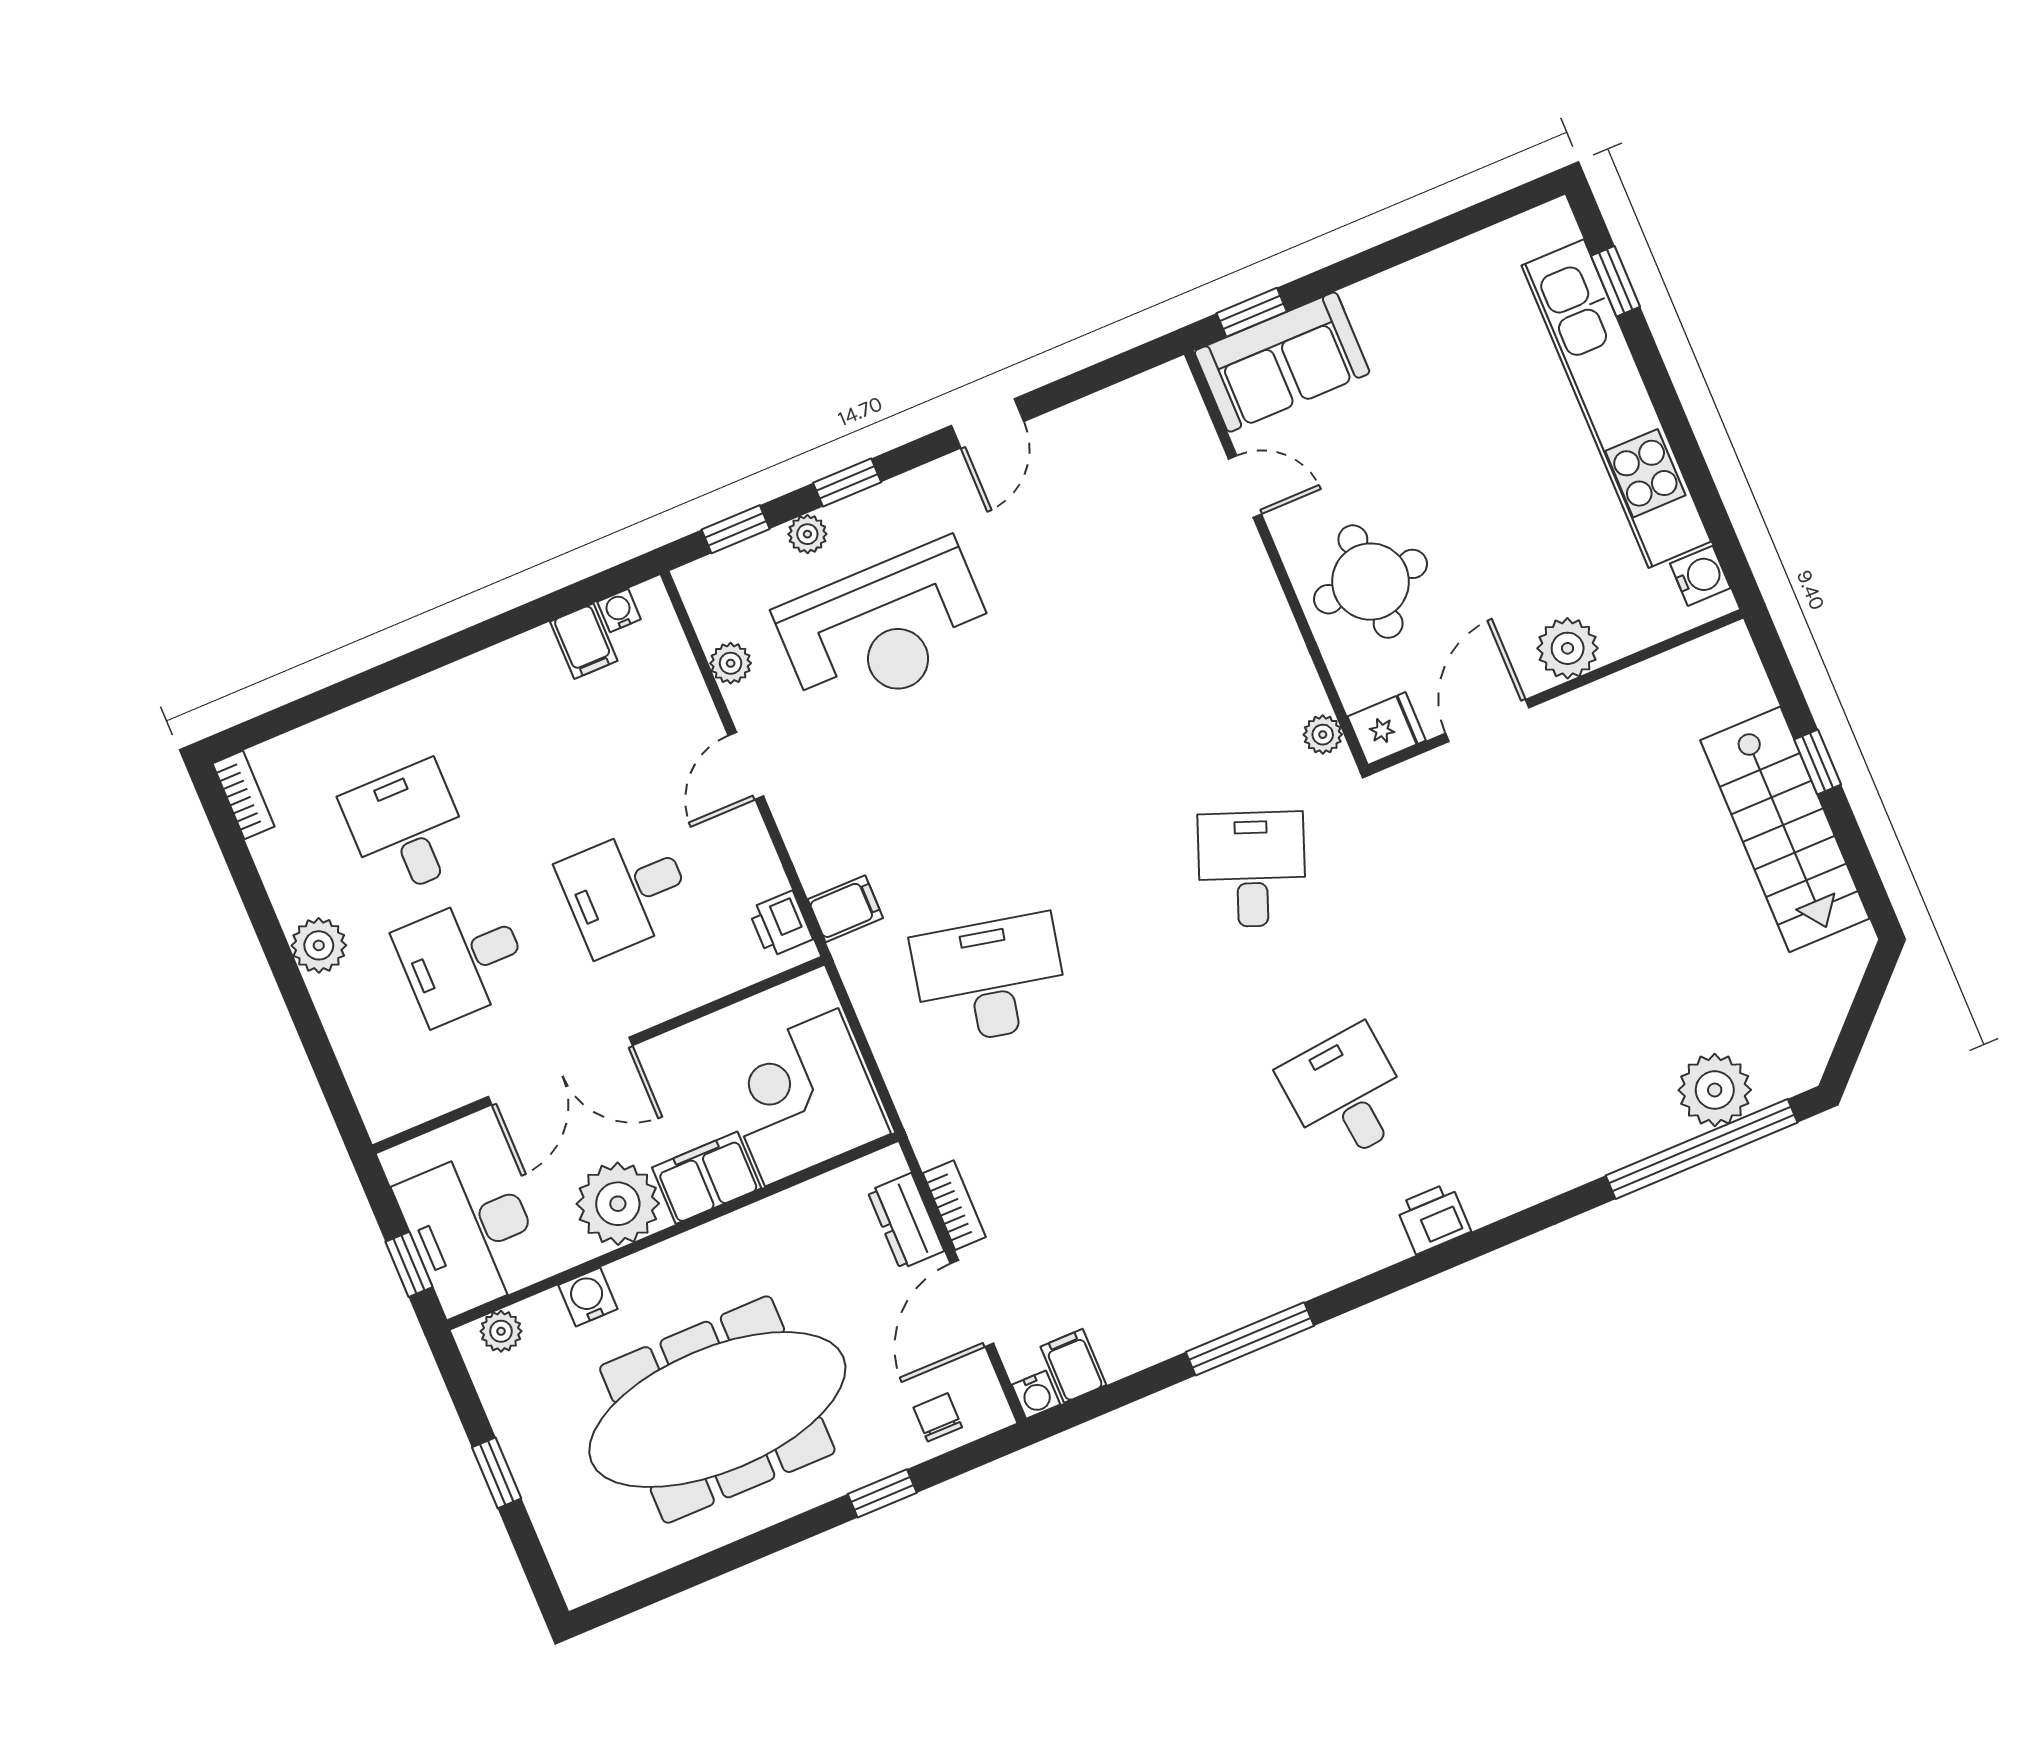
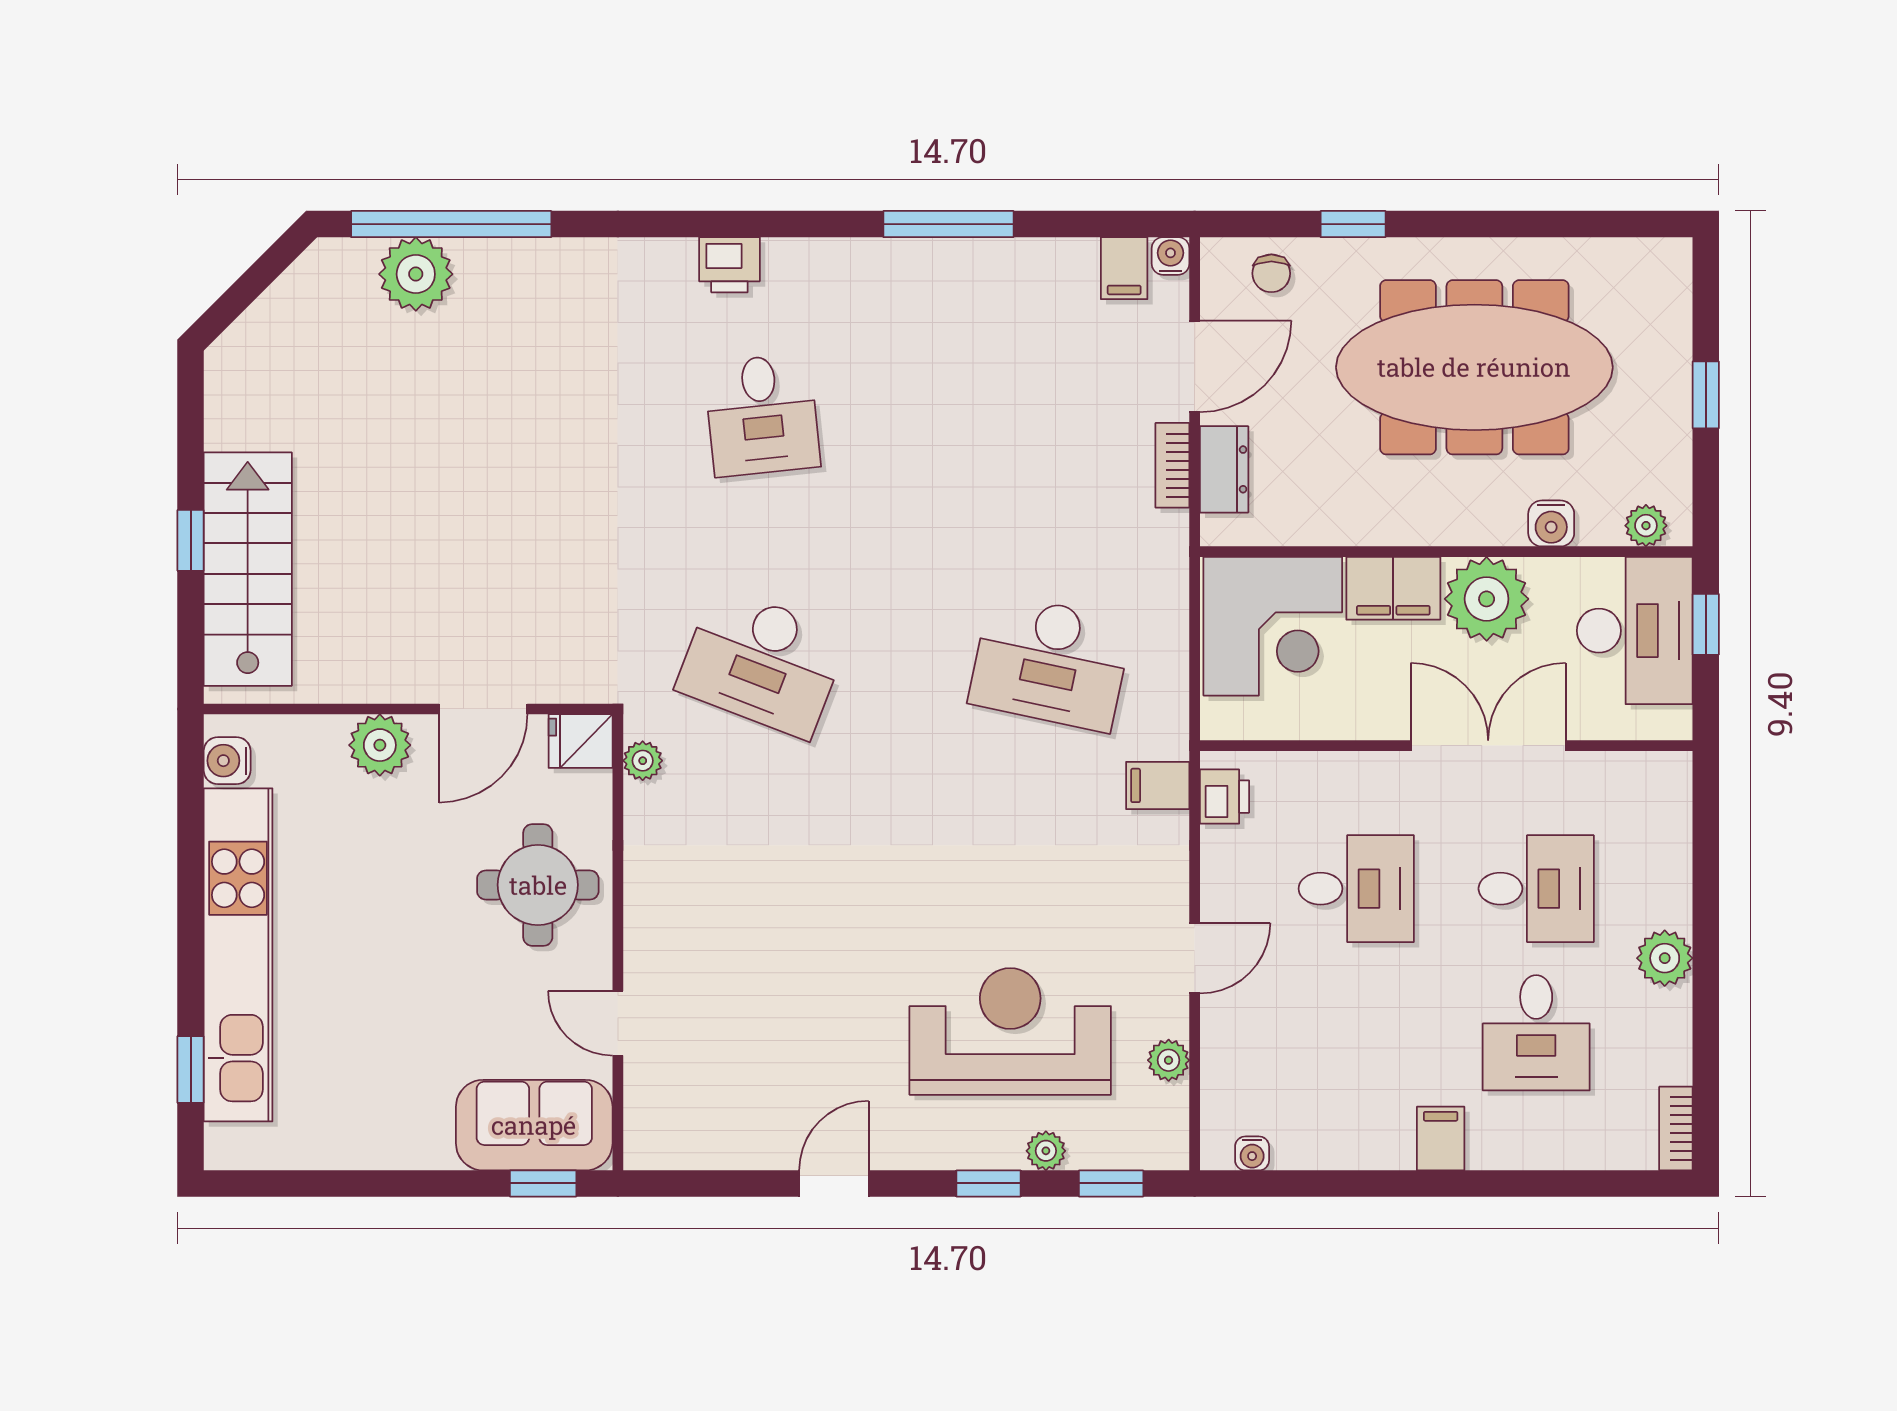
filing cabinet: (584, 641) -> (1441, 1139), moved
stairs: (1785, 829) -> (248, 569), moved
desk: (1252, 869) -> (762, 662), width x1.37

